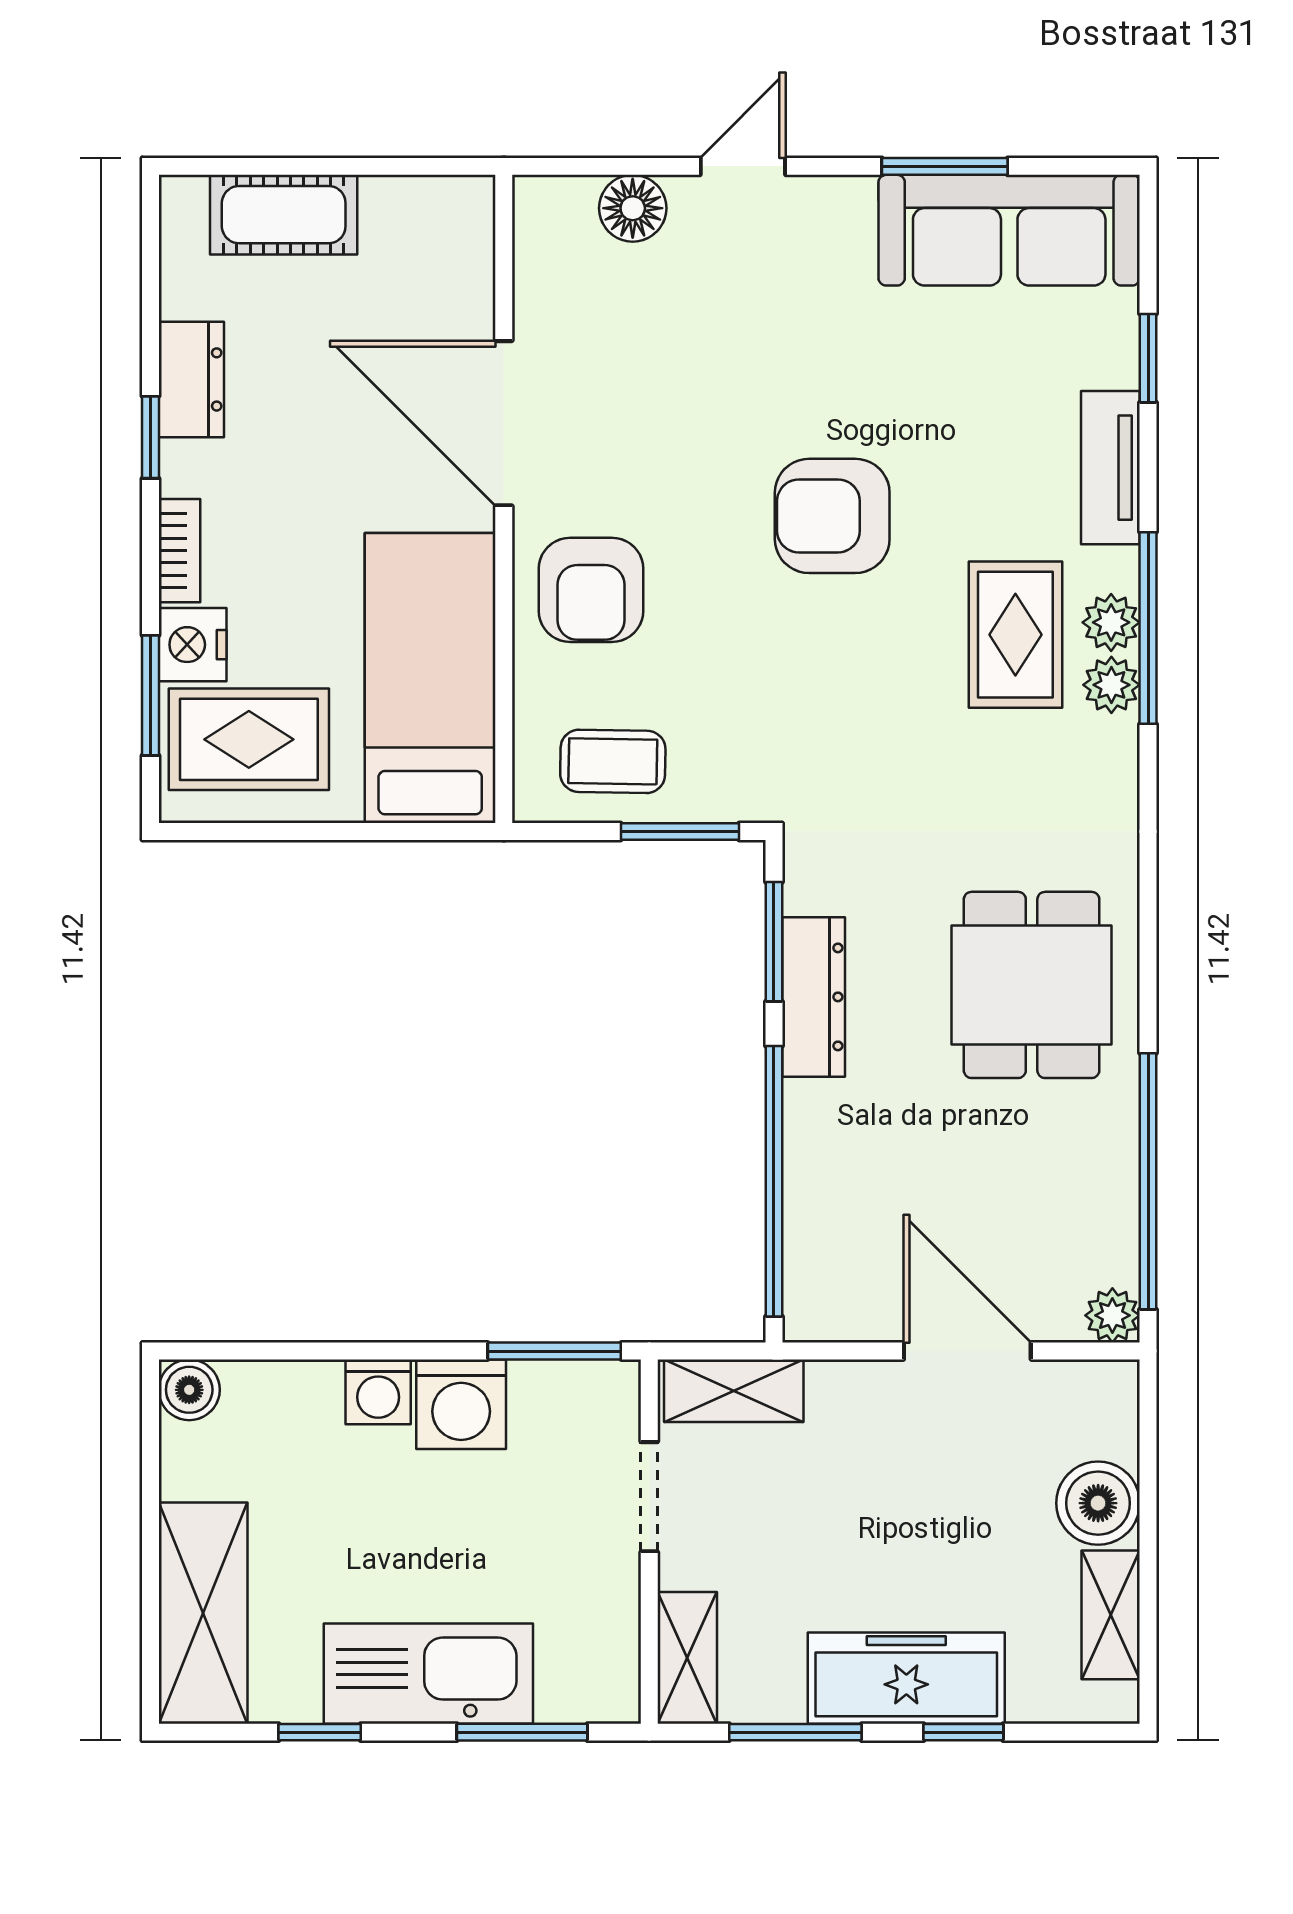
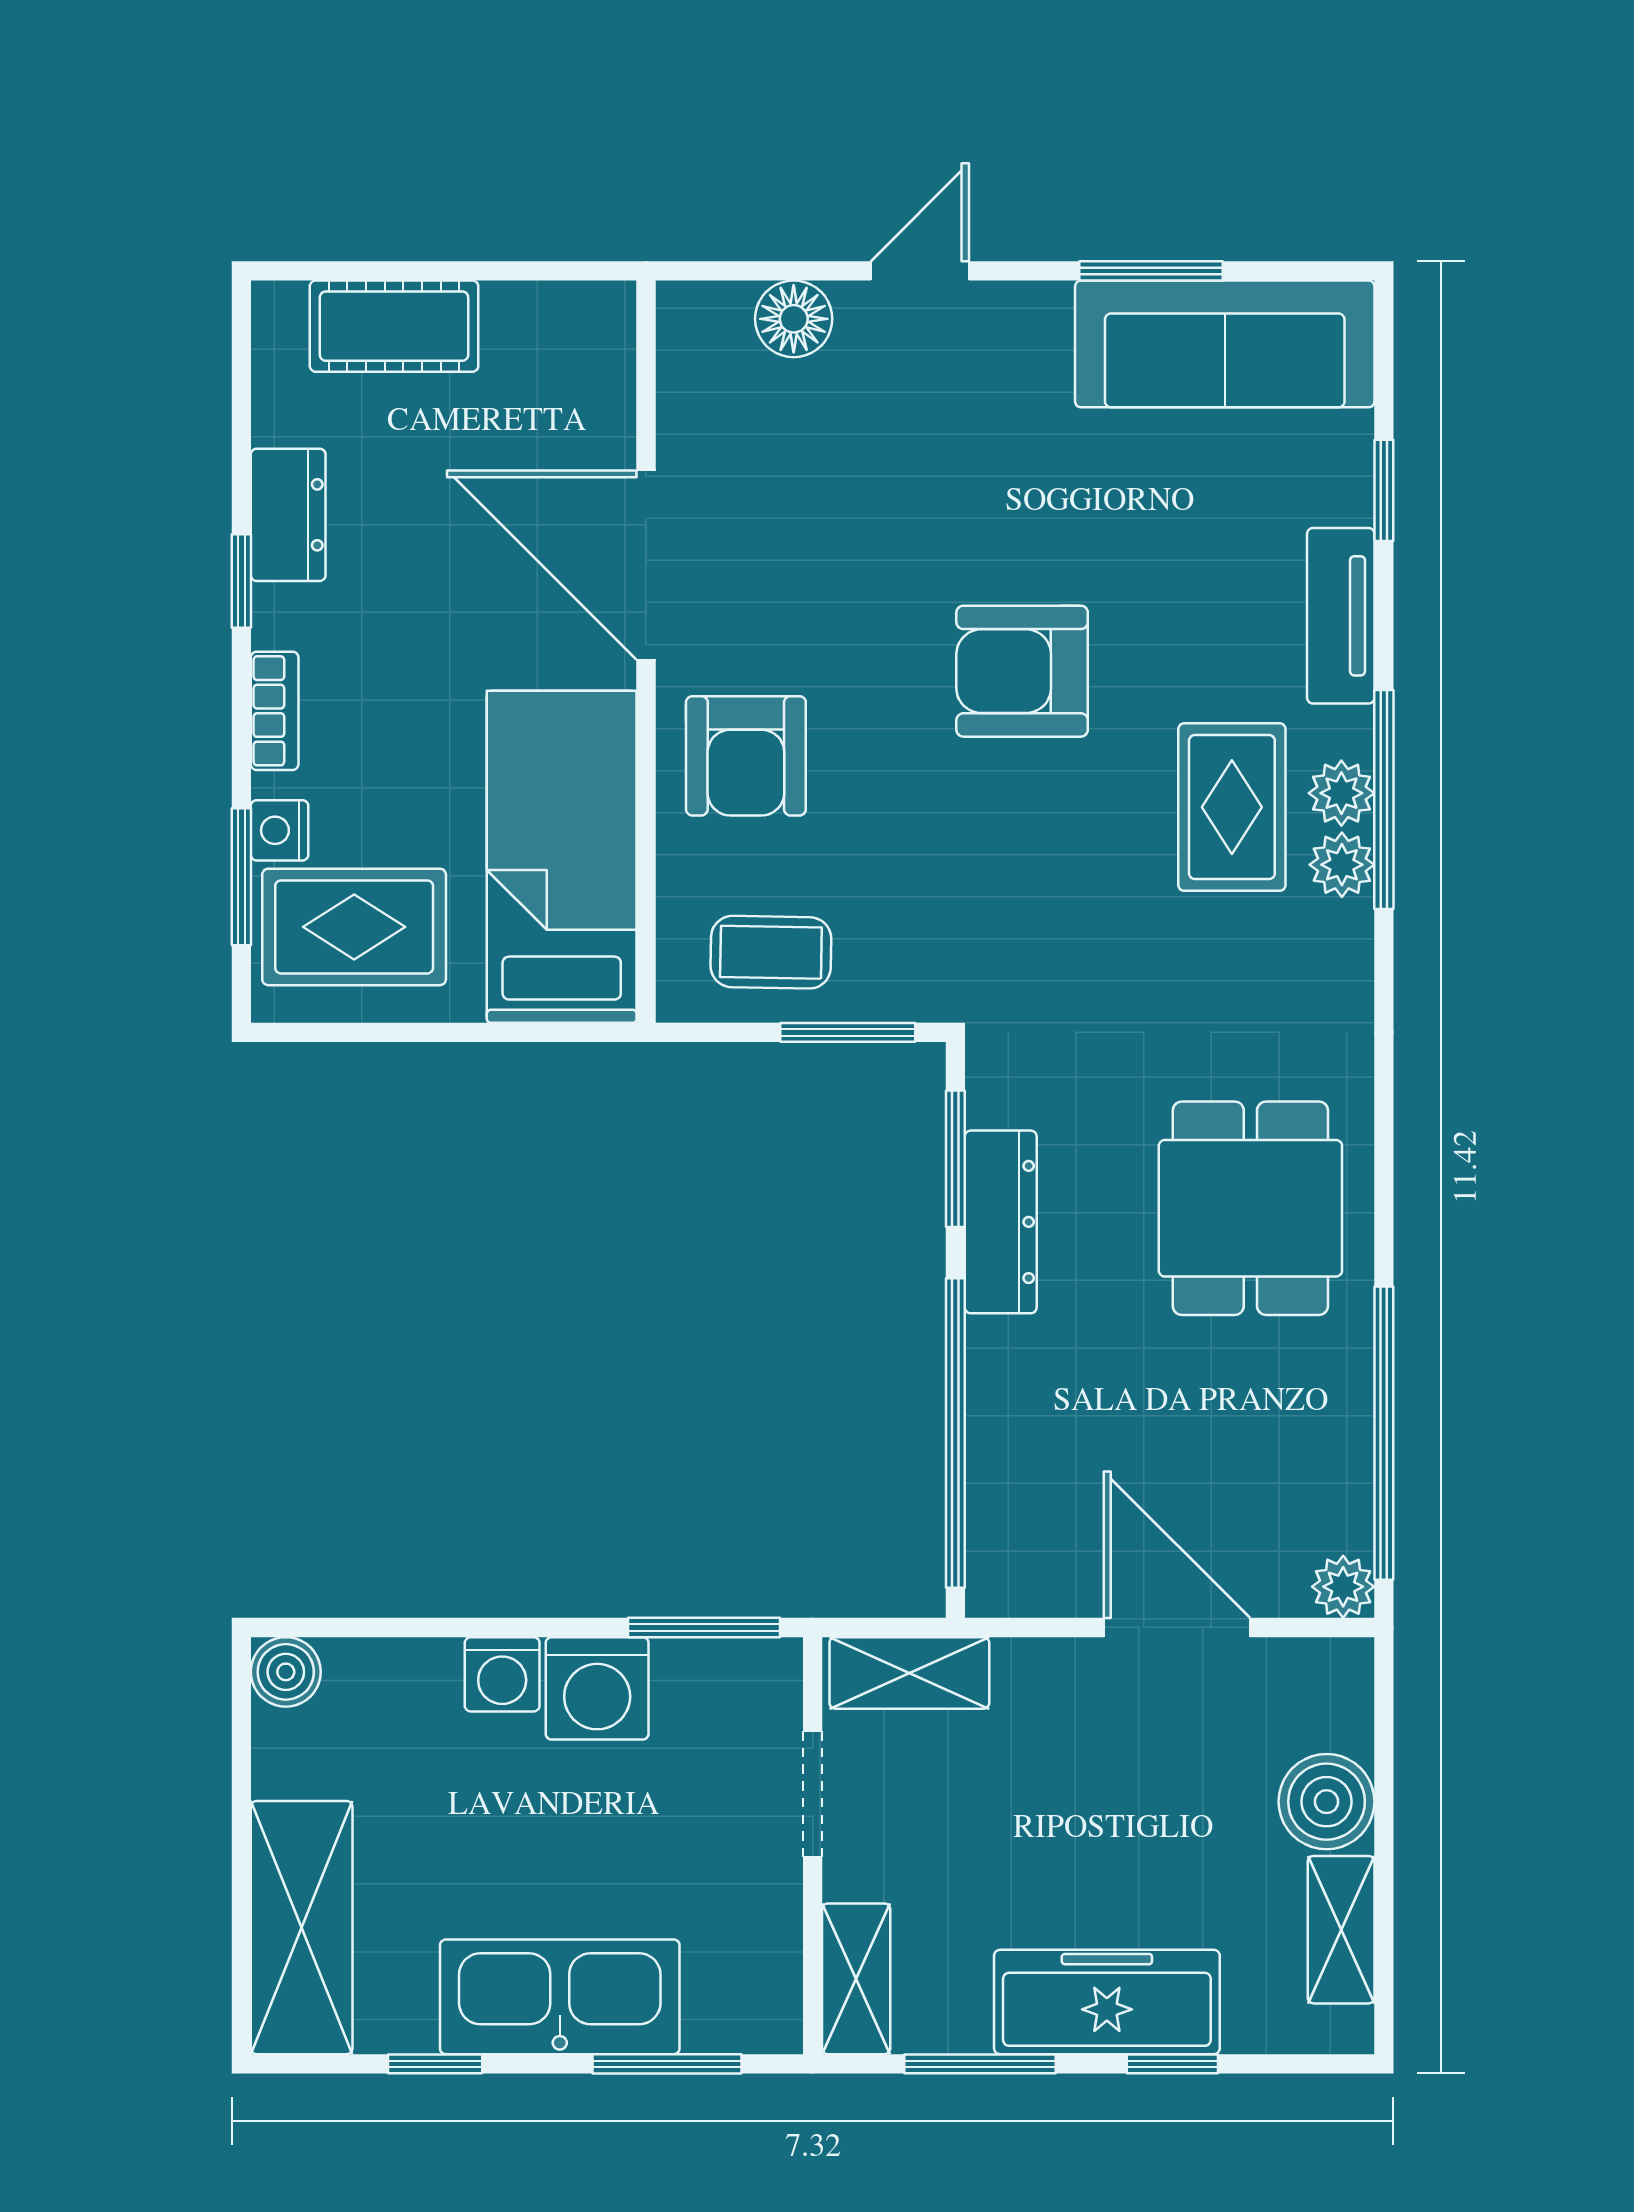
nightstand: (193, 645) -> (280, 830), width x0.72, depth x0.74

